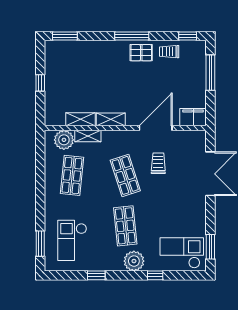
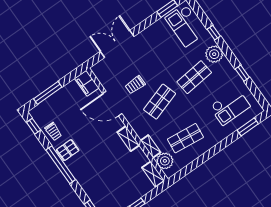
window: (132, 36) -> (61, 165), width x1.46
pallet: (141, 53) -> (68, 150), turned 90
shelving: (80, 119) -> (153, 174), moved

